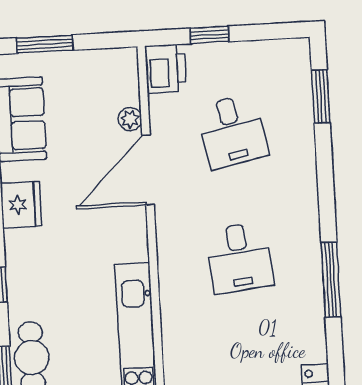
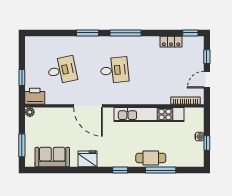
window: (321, 97) -> (88, 33), moved
plant: (130, 119) -> (30, 112), moved
door: (148, 170) -> (88, 106), moved

